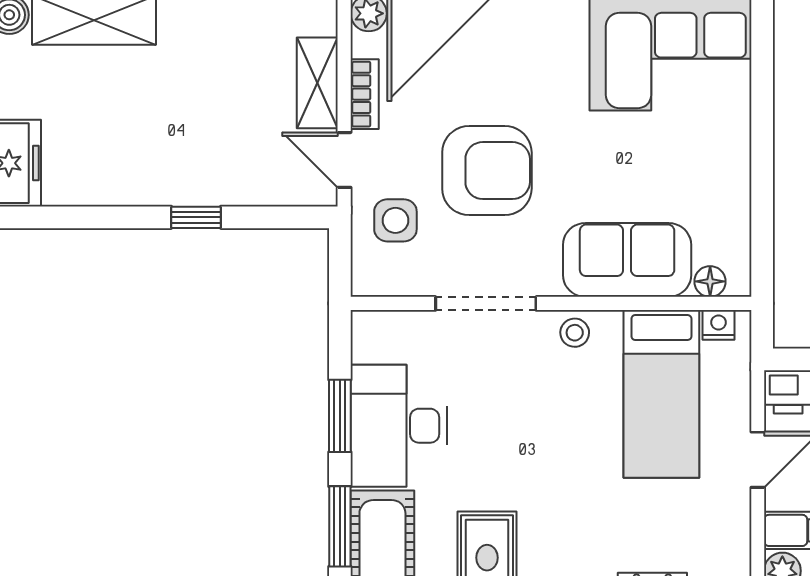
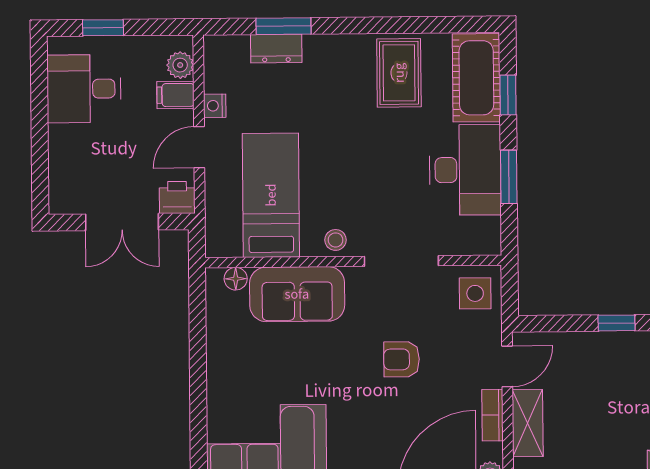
door: (344, 160) -> (507, 366), hinge flipped
armchair: (487, 171) -> (401, 359), width x0.53, depth x0.53
side table: (395, 220) -> (475, 293), moved
nightstand: (719, 325) -> (215, 106), moved, turned 90
window: (340, 526) -> (508, 95), width x0.67

